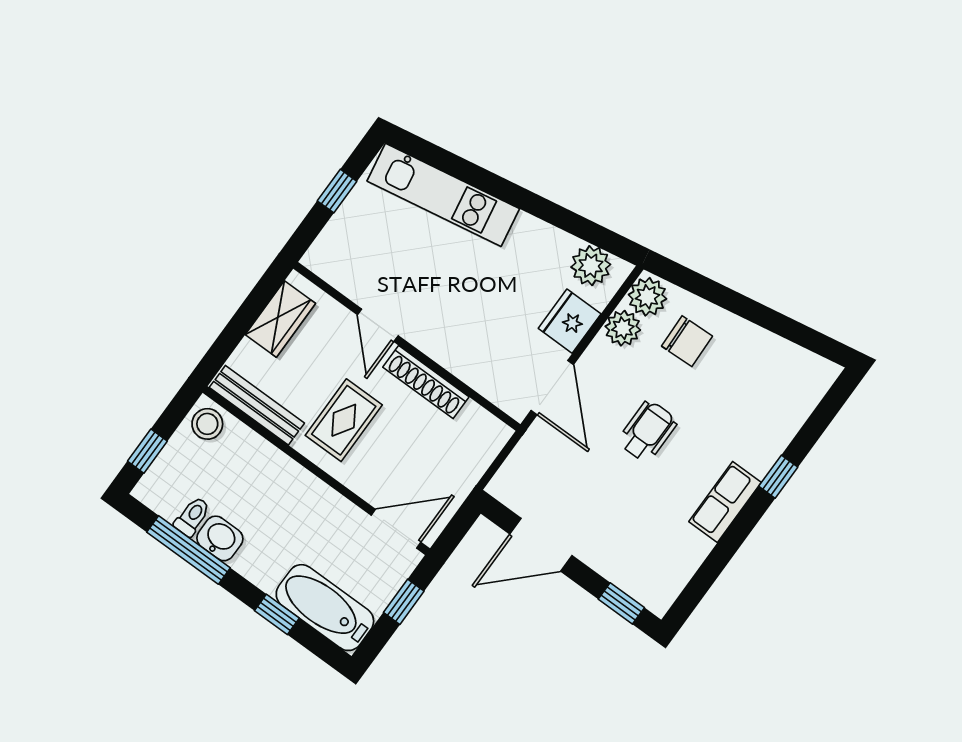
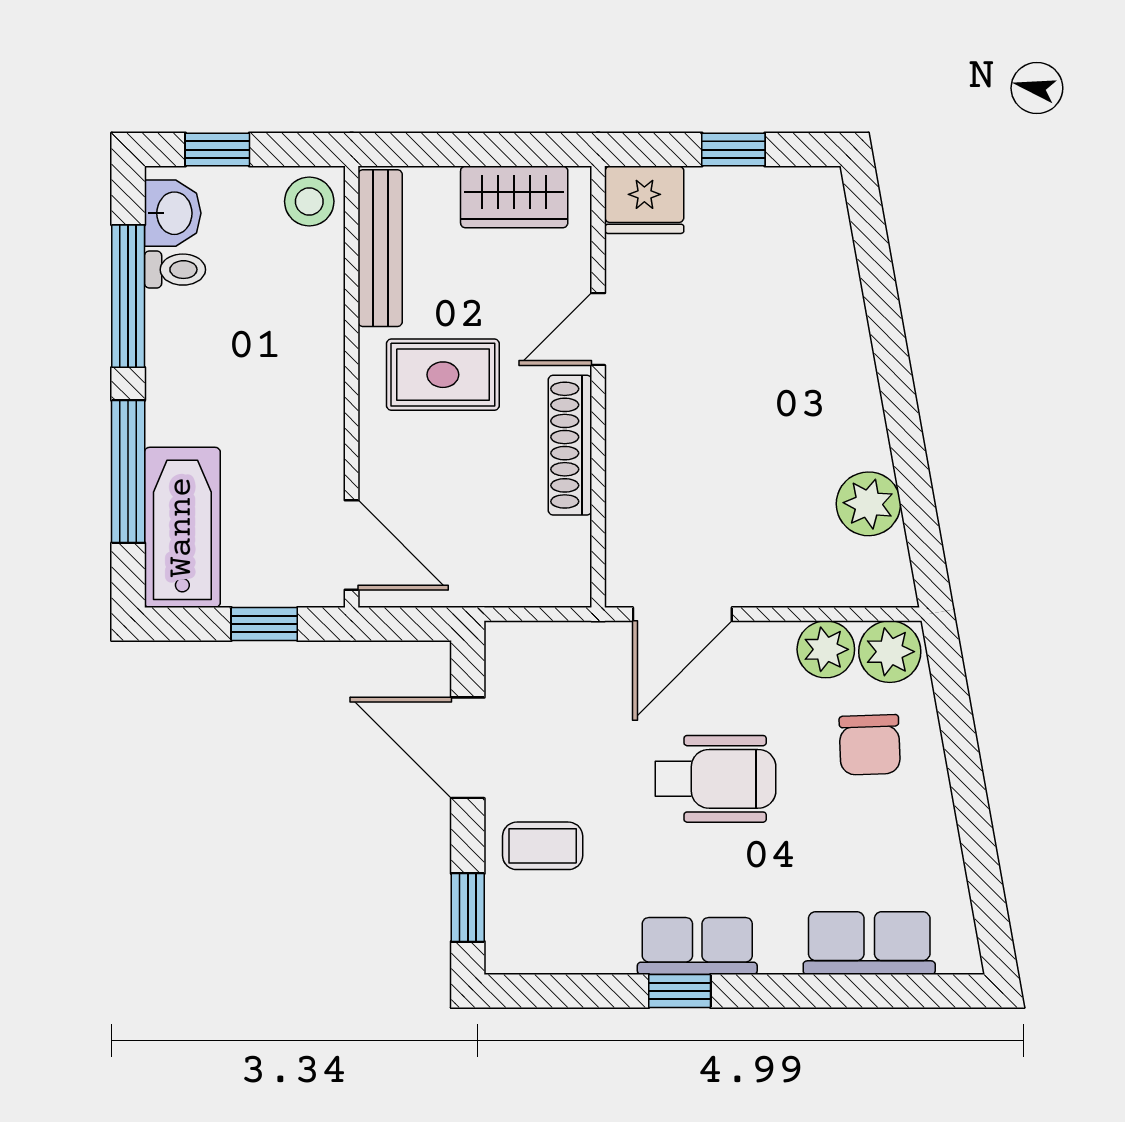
kitchen unit: (443, 195) -> (829, 291), removed
plant: (591, 266) -> (868, 504), moved
fridge: (570, 321) -> (644, 200), moved, turned 180
row of seats: (787, 414) -> (869, 943), added
wheelchair: (648, 431) -> (715, 779), width x1.36, depth x1.37
window: (778, 477) -> (680, 991), moved
washbasin: (220, 538) -> (173, 213), moved
coffee table: (618, 543) -> (543, 846), added
window: (277, 614) -> (128, 472), width x2.17

